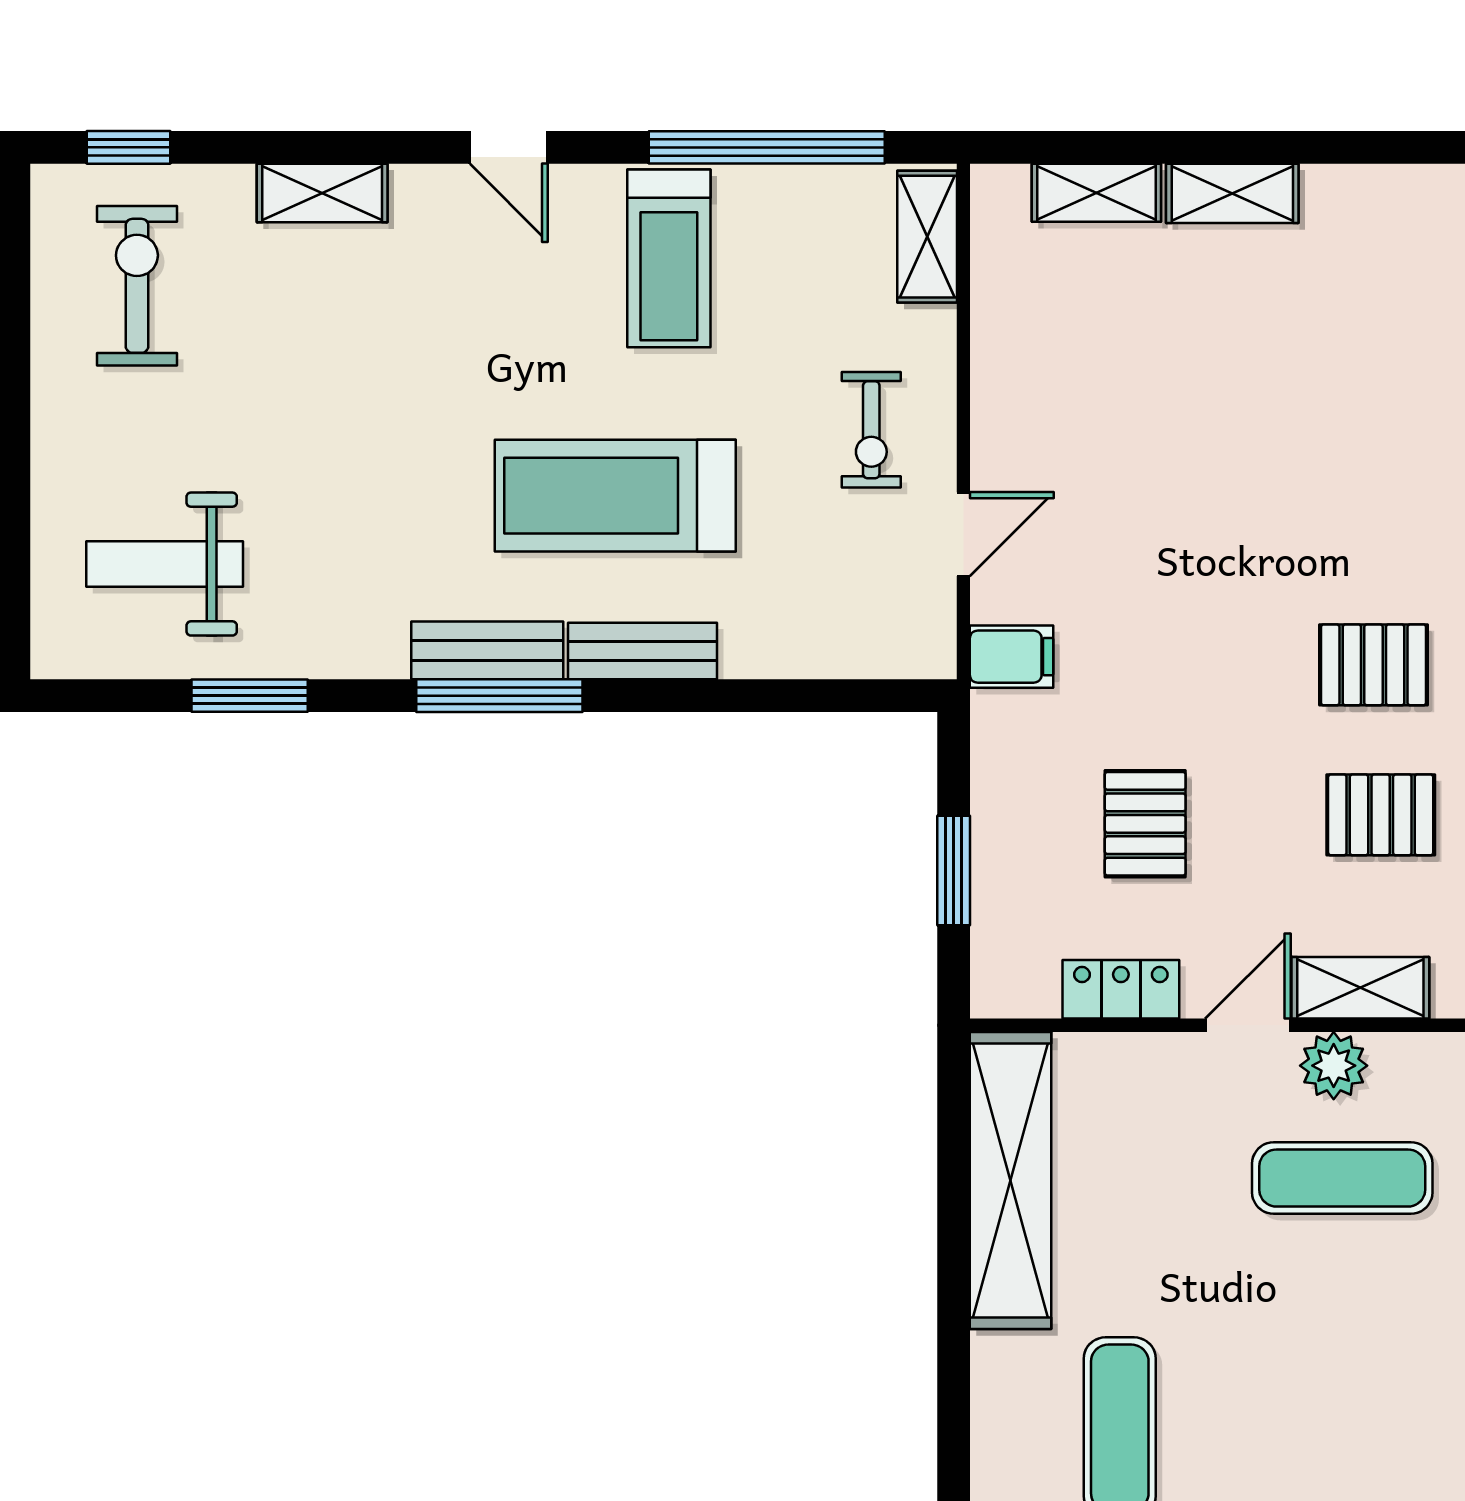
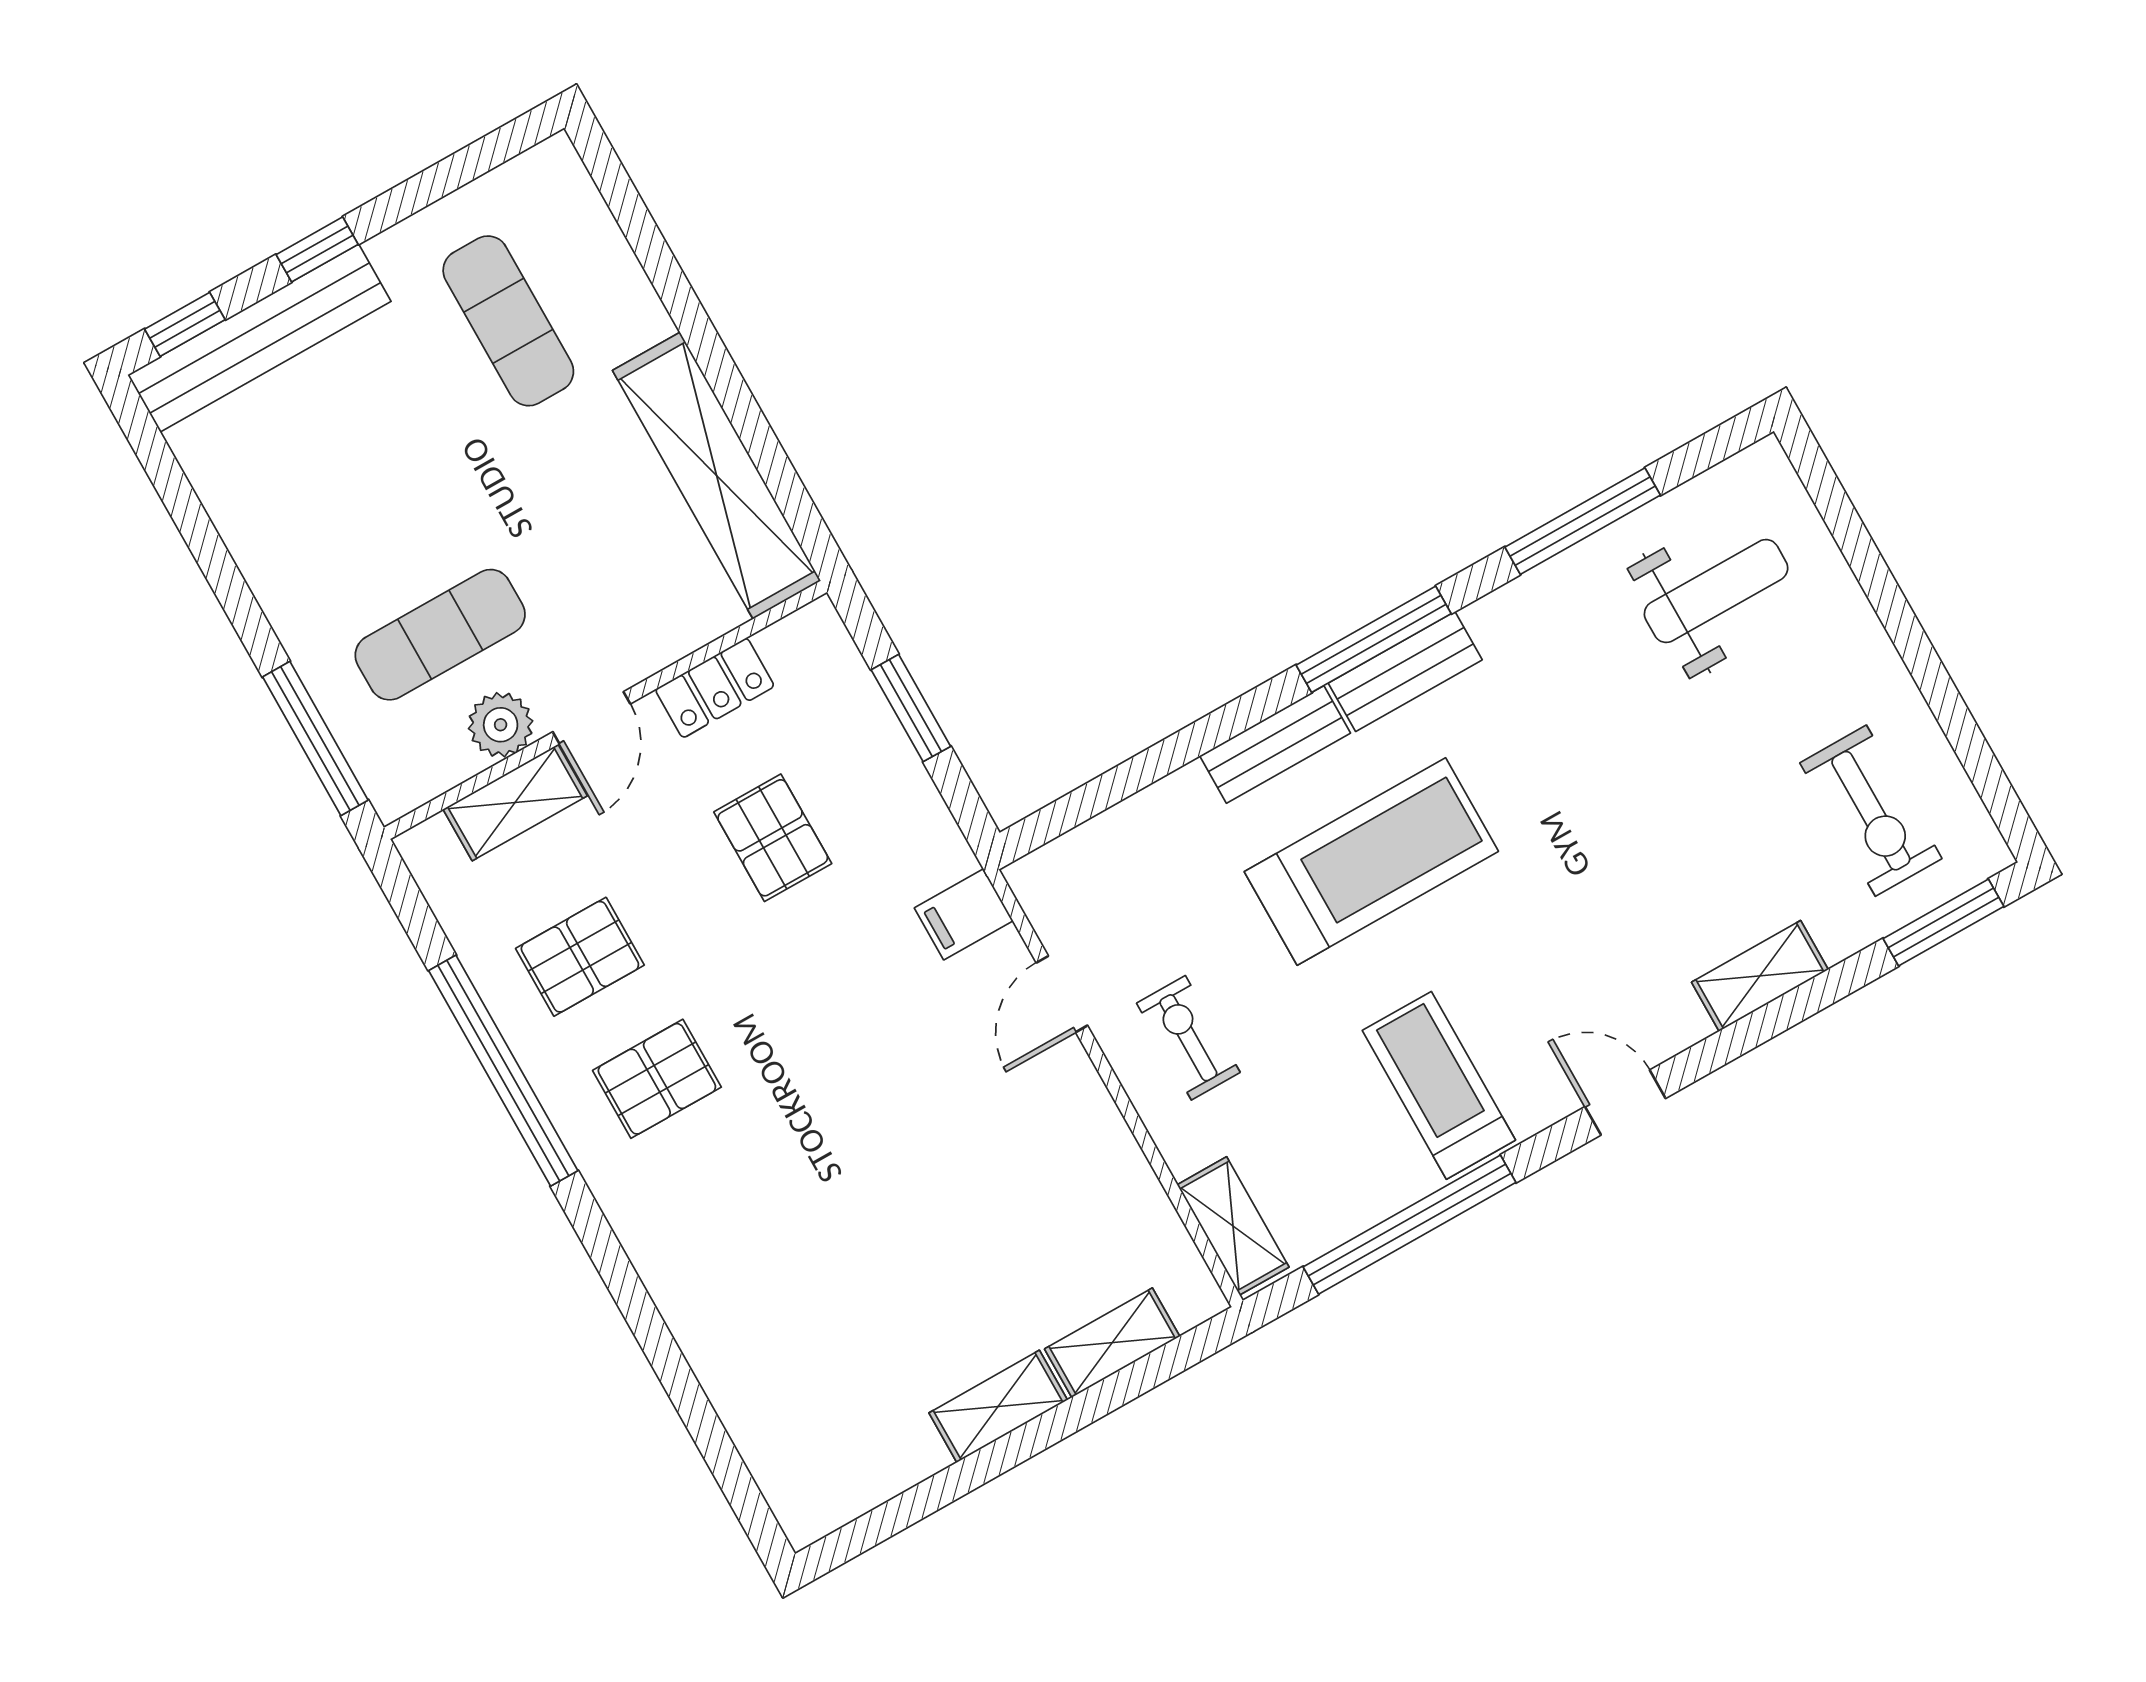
window: (128, 147) -> (1944, 922), width x1.50
window: (250, 696) -> (1583, 521), width x1.44

